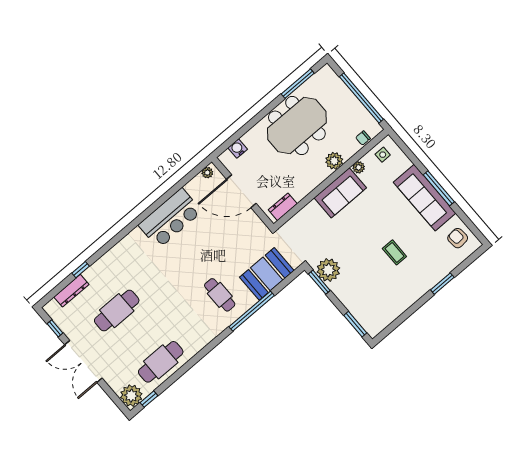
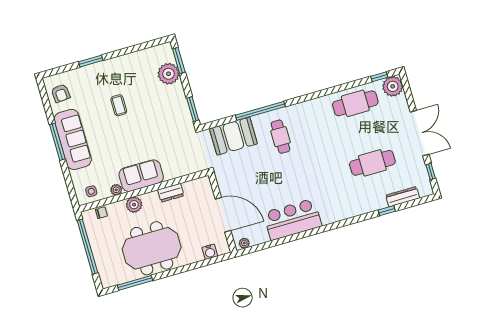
dresser: (283, 207) -> (171, 193), moved
plant: (328, 270) -> (169, 74), moved

